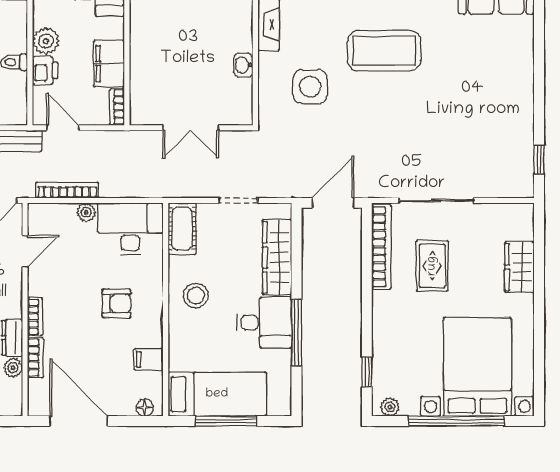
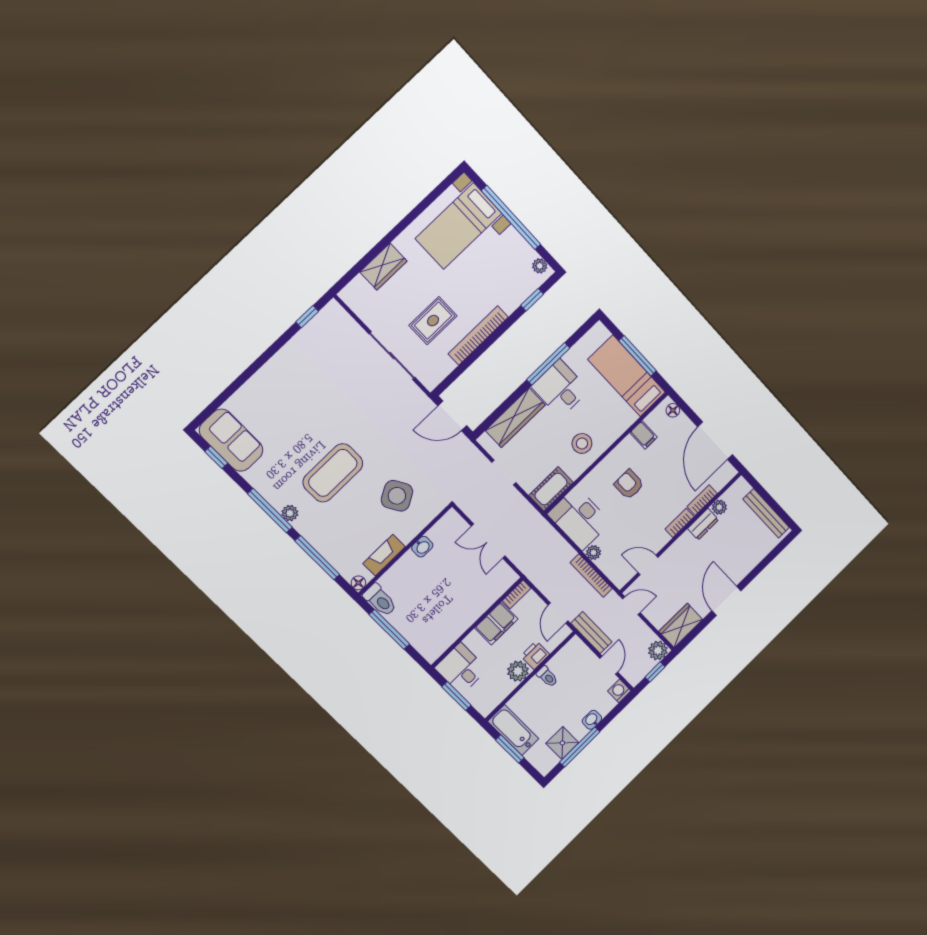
coffee table: (384, 51) -> (333, 473), turned 90
side table: (310, 87) -> (397, 496), turned -30
double door: (191, 128) -> (488, 541), swing flipped
bookcase: (381, 247) -> (478, 335), moved
bed with nightstands: (477, 367) -> (458, 226), width x0.73

